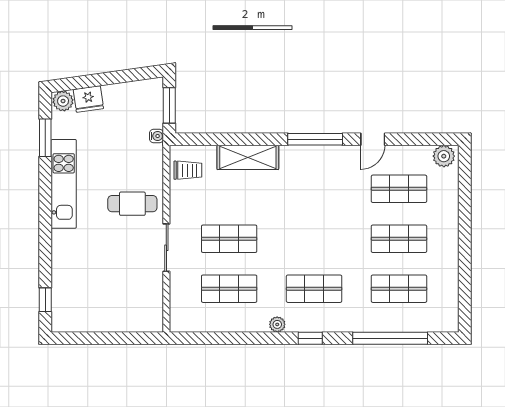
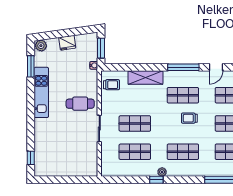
fridge: (88, 99) -> (67, 43), moved
shop shelf: (314, 189) -> (183, 95), added
trolley: (326, 229) -> (189, 118), added
window: (310, 338) -> (156, 180), moved

